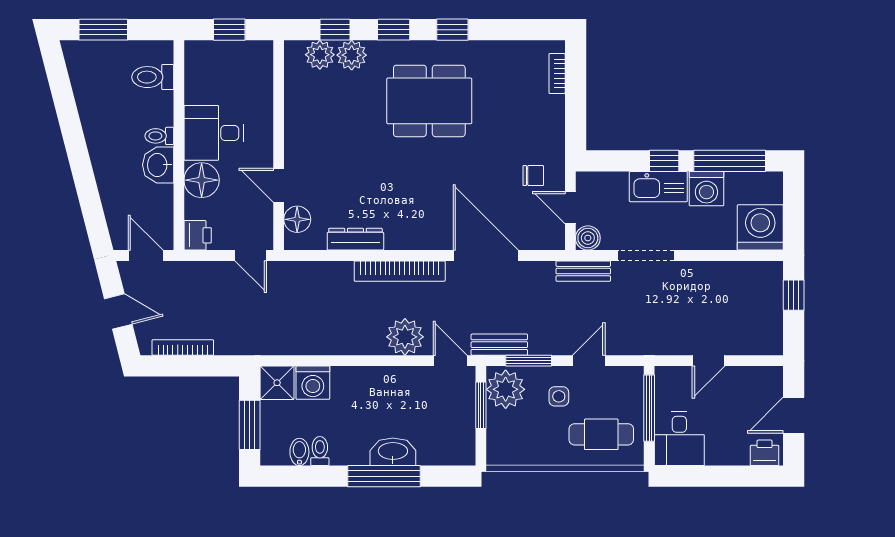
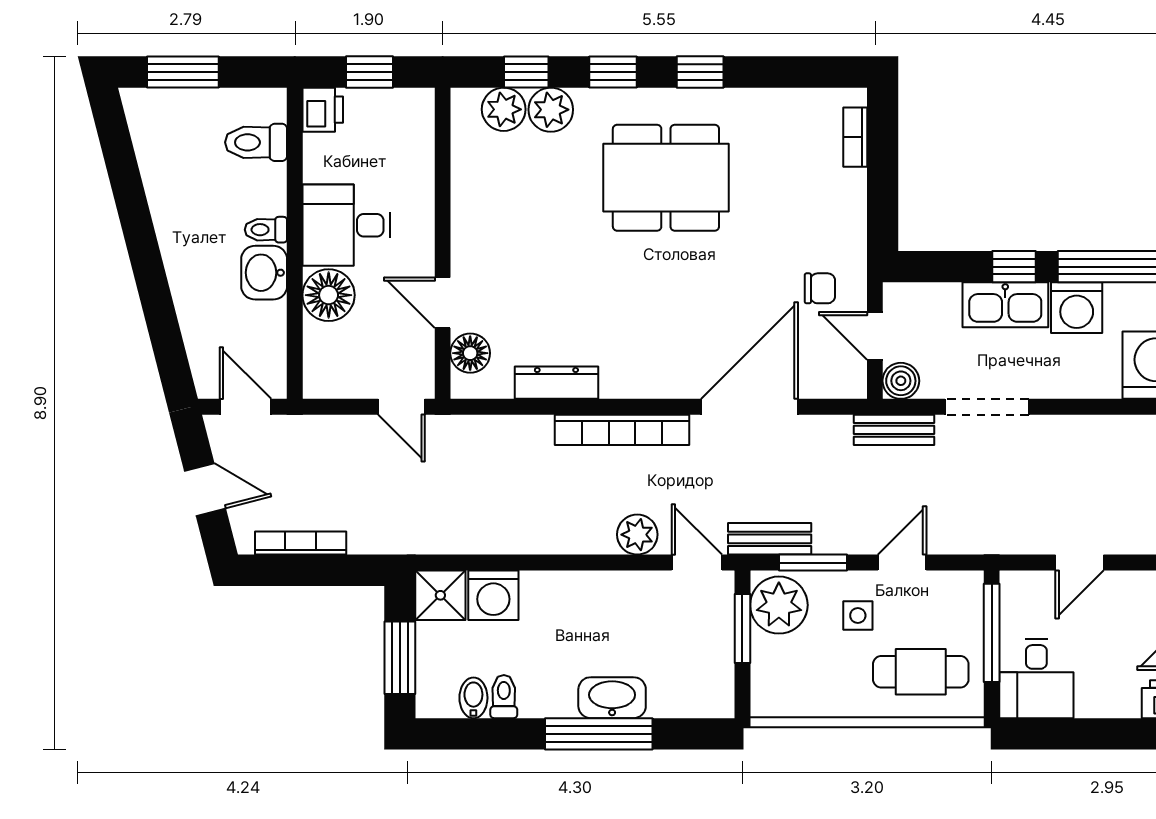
printer: (198, 235) -> (323, 110), moved
door: (486, 256) -> (750, 407), hinge flipped
plant: (405, 337) -> (637, 535), width x0.73, depth x0.73

